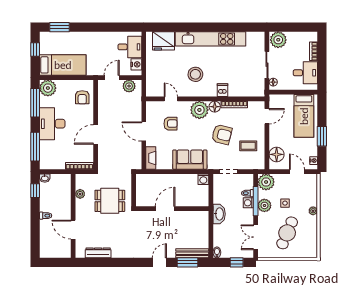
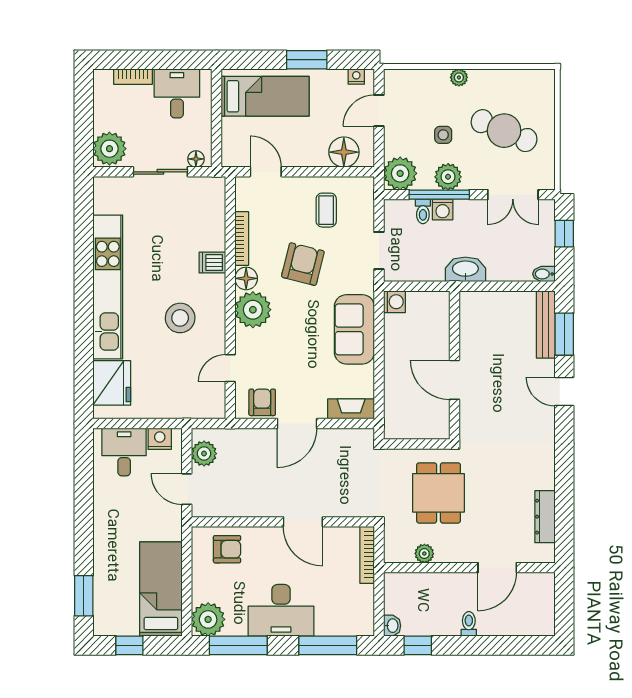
armchair: (170, 124) -> (262, 402), moved

